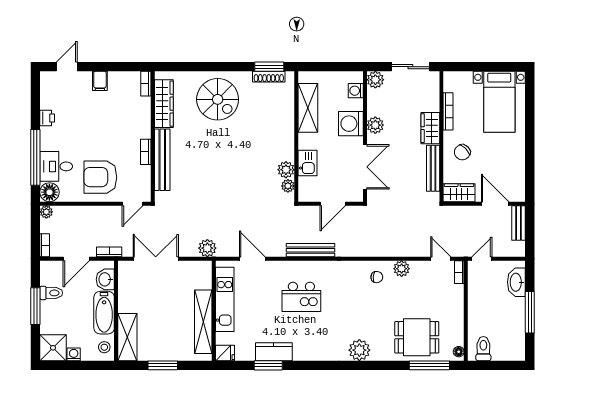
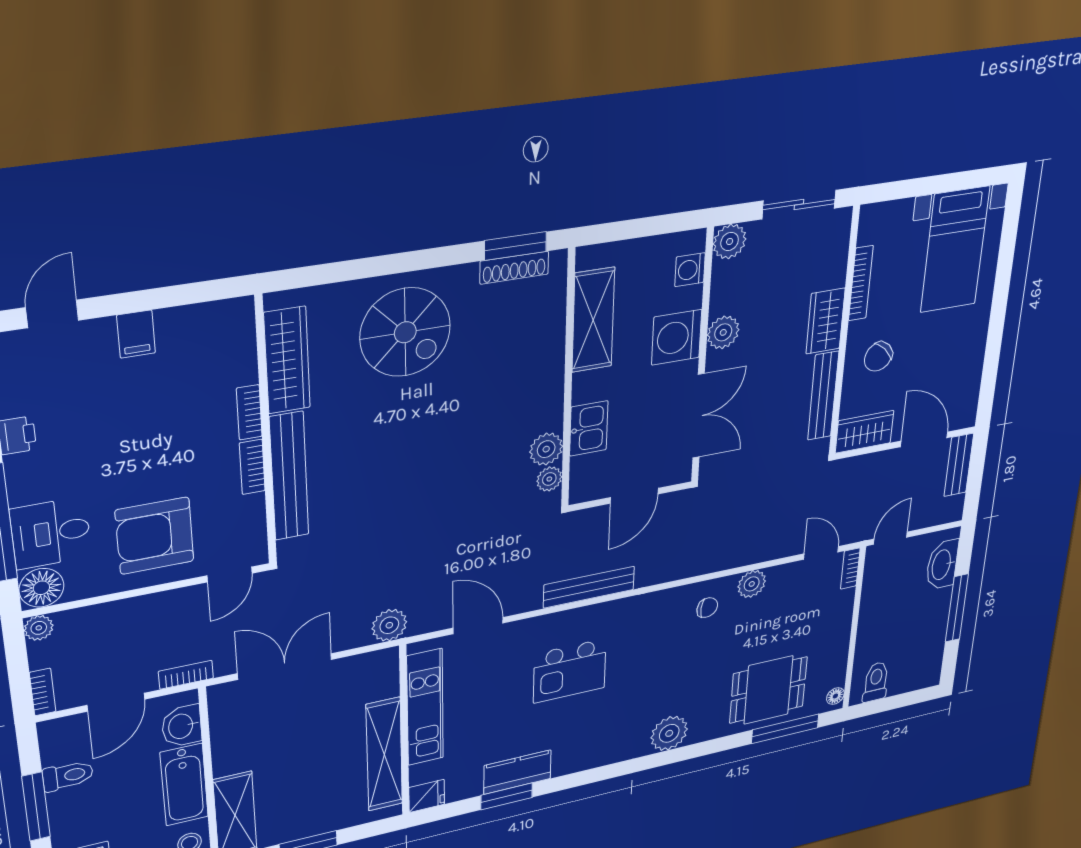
bookcase: (146, 84) -> (249, 412), moved

